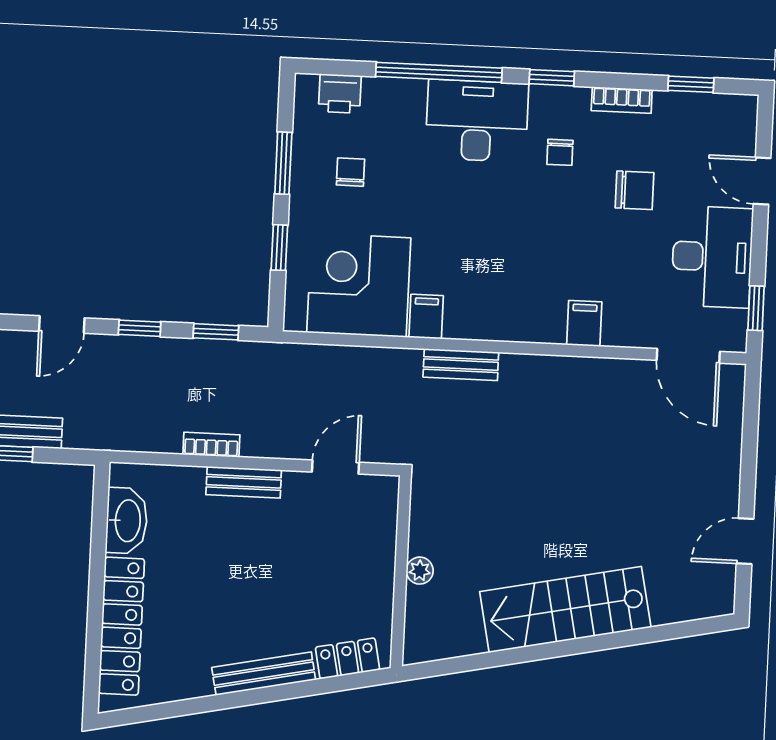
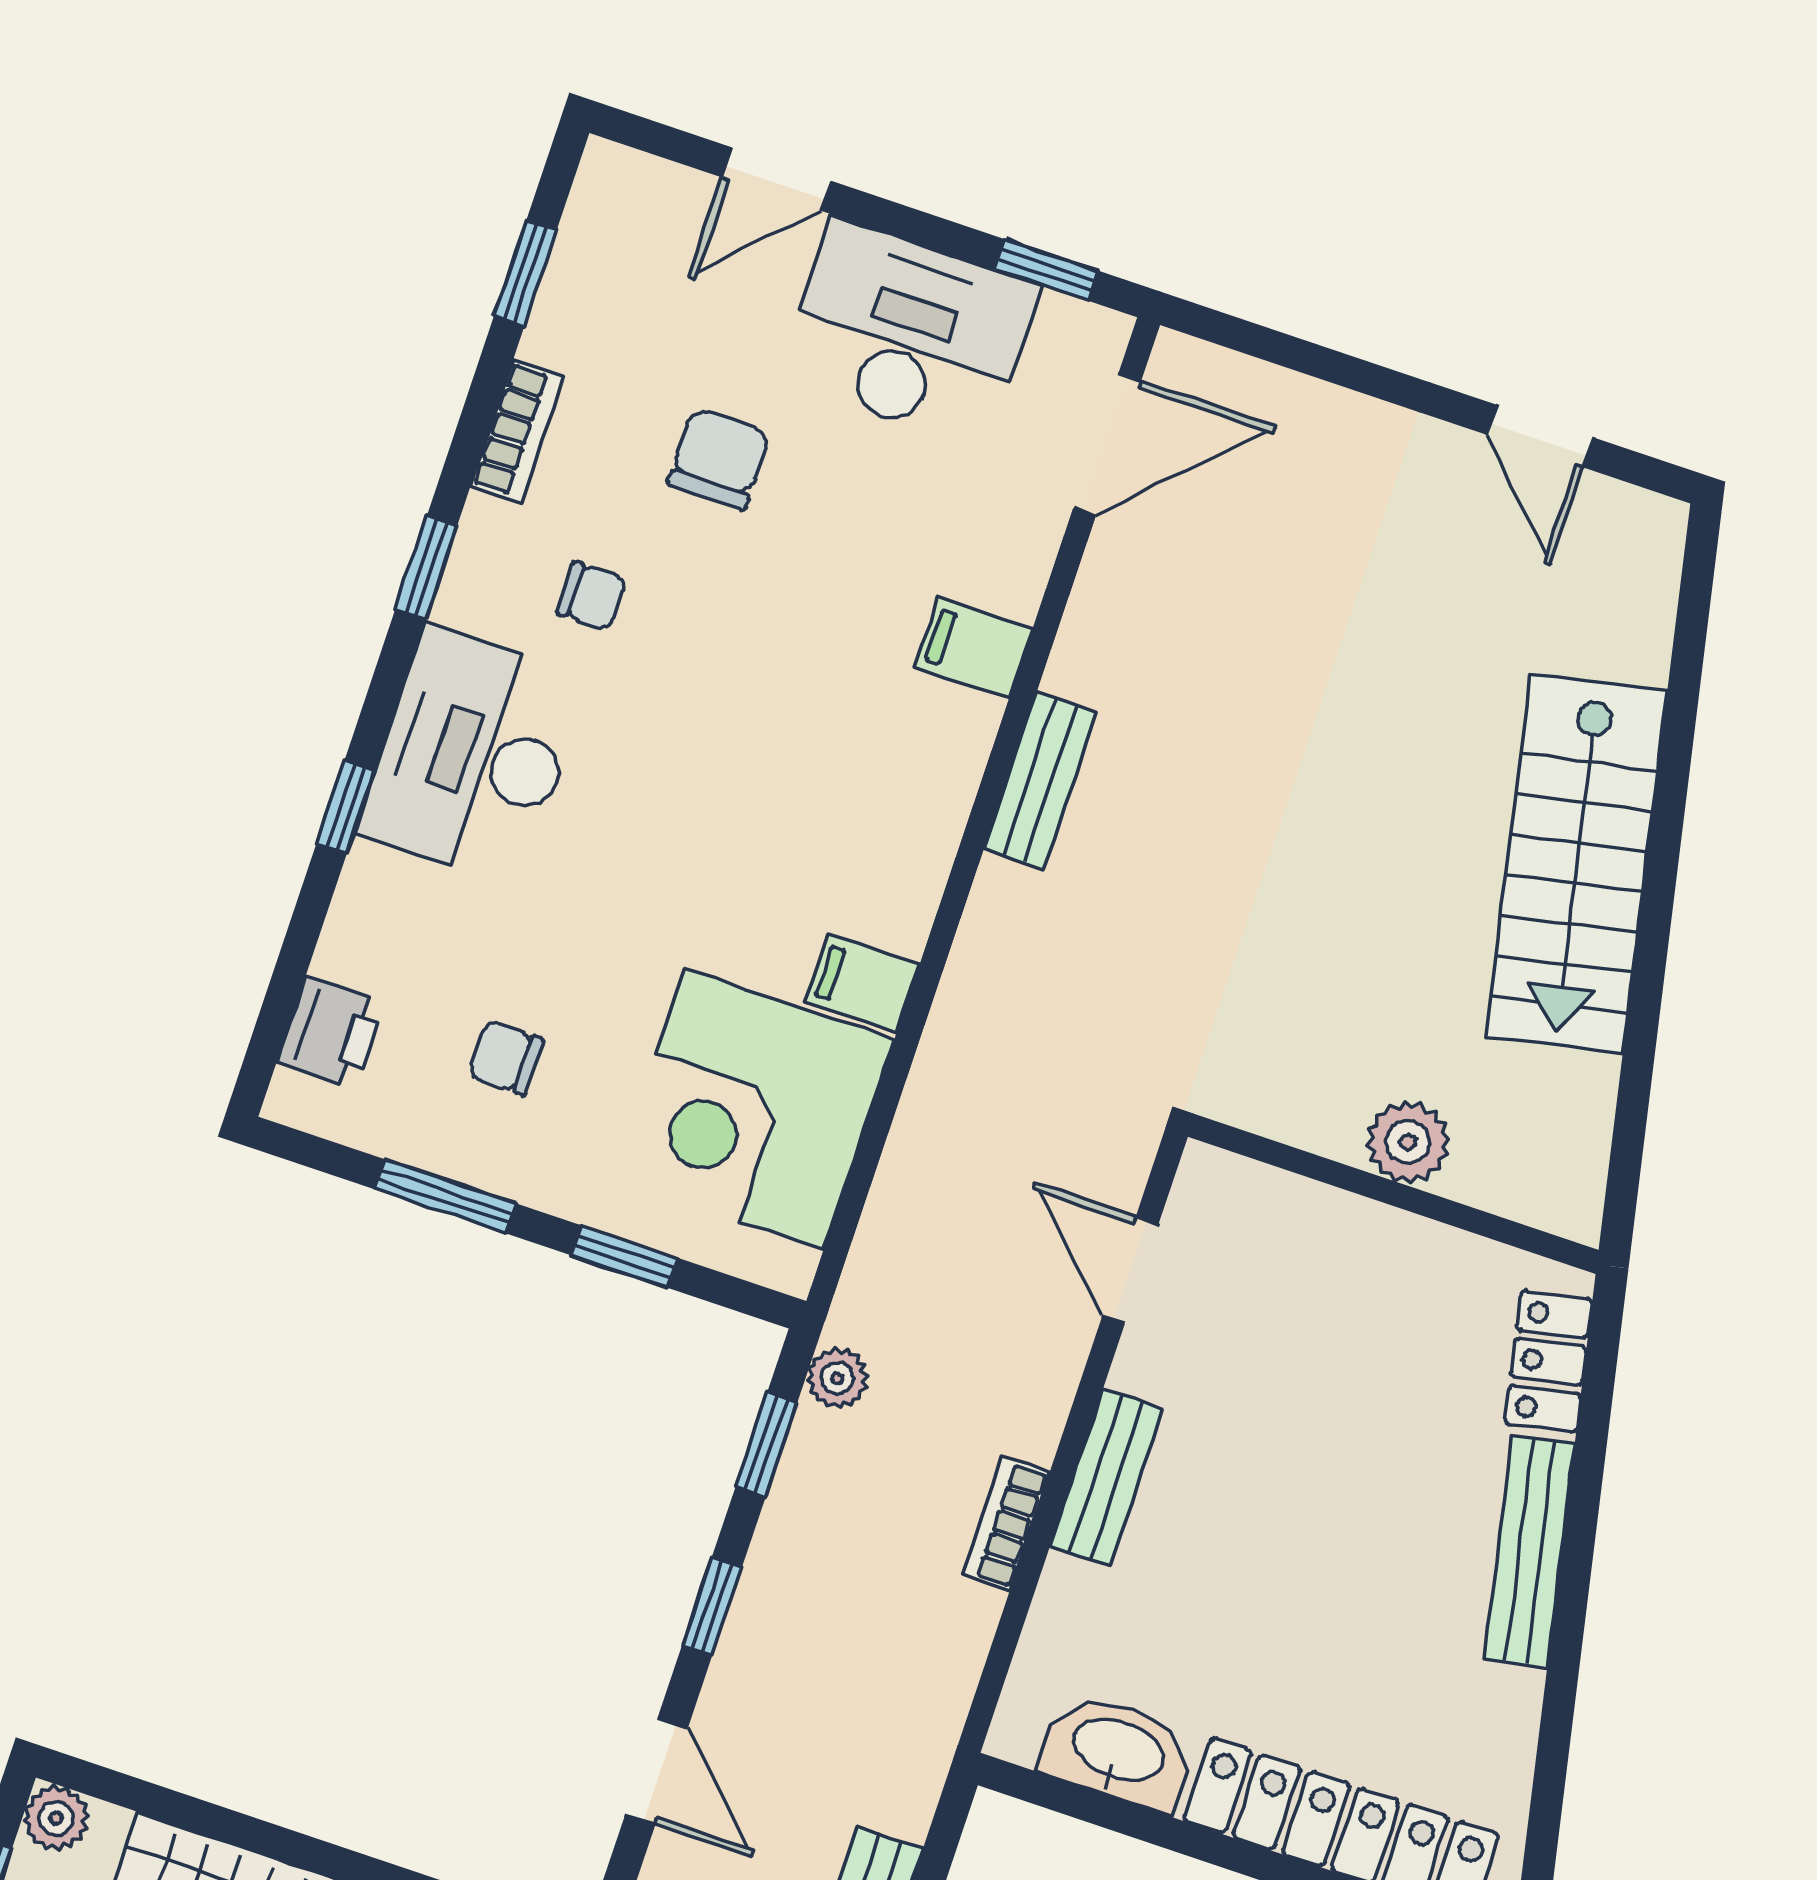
window: (439, 72) -> (346, 807), width x0.32
plant: (253, 354) -> (837, 1378), added
bench: (461, 365) -> (1040, 780), moved
plant: (420, 571) -> (1408, 1142), width x1.38, depth x1.38

